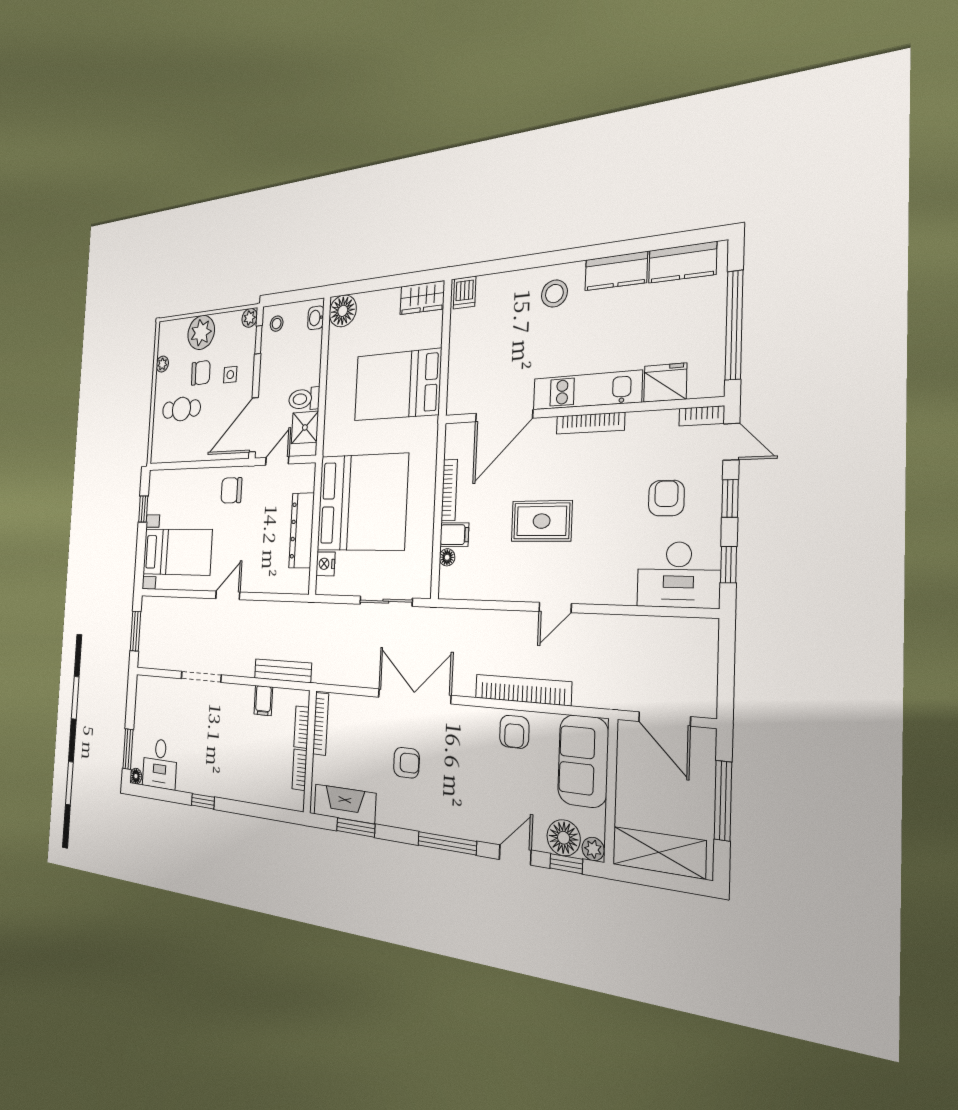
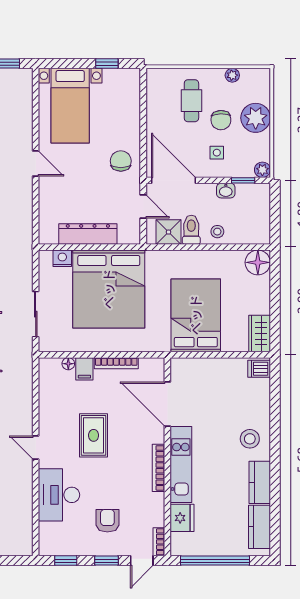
washbasin: (316, 318) -> (226, 191), moved, turned 180
stool: (277, 324) -> (217, 232), moved
armchair: (666, 498) -> (107, 521), turned -90
desk: (678, 575) -> (59, 495), moved

